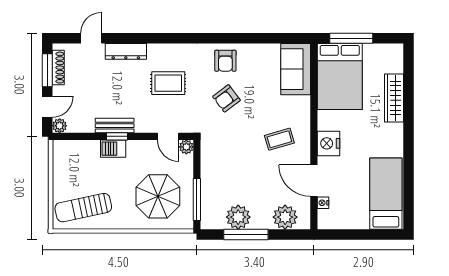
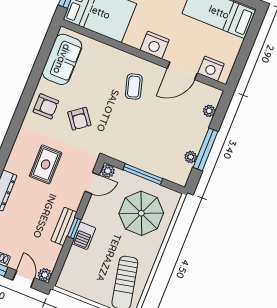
sofa: (296, 69) -> (62, 59), moved, turned -90
window: (197, 199) -> (143, 174), moved
nightstand: (323, 203) -> (211, 69), width x1.89, depth x1.79
plant: (238, 217) -> (191, 157), width x0.53, depth x0.53
plant: (285, 217) -> (209, 111), width x0.53, depth x0.53

